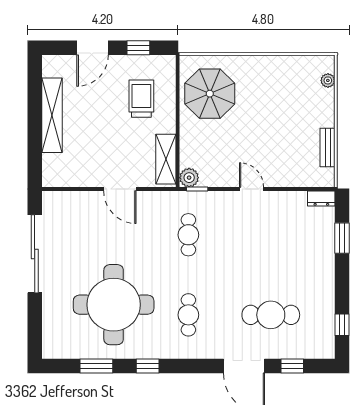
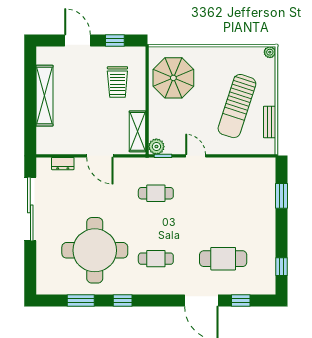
door: (93, 48) -> (78, 41), swing flipped
plant: (328, 80) -> (270, 52), moved
trolley: (141, 99) -> (117, 82), turned 180
sun lounger: (288, 128) -> (237, 106), added
door: (252, 189) -> (196, 156), moved
dresser: (321, 198) -> (63, 164), moved
cafe table: (188, 235) -> (156, 193), turned 90
cafe table: (188, 315) -> (156, 259), turned 90

